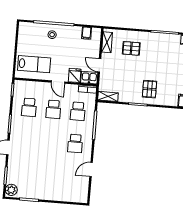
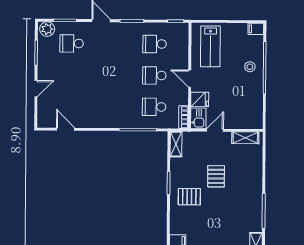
filing cabinet: (87, 33) -> (256, 29), moved
pallet: (131, 48) -> (216, 176), moved
door: (58, 82) -> (190, 79), hinge flipped
school desk: (75, 143) -> (72, 43), moved
door: (91, 169) -> (66, 129), moved
door: (57, 202) -> (36, 89), added

